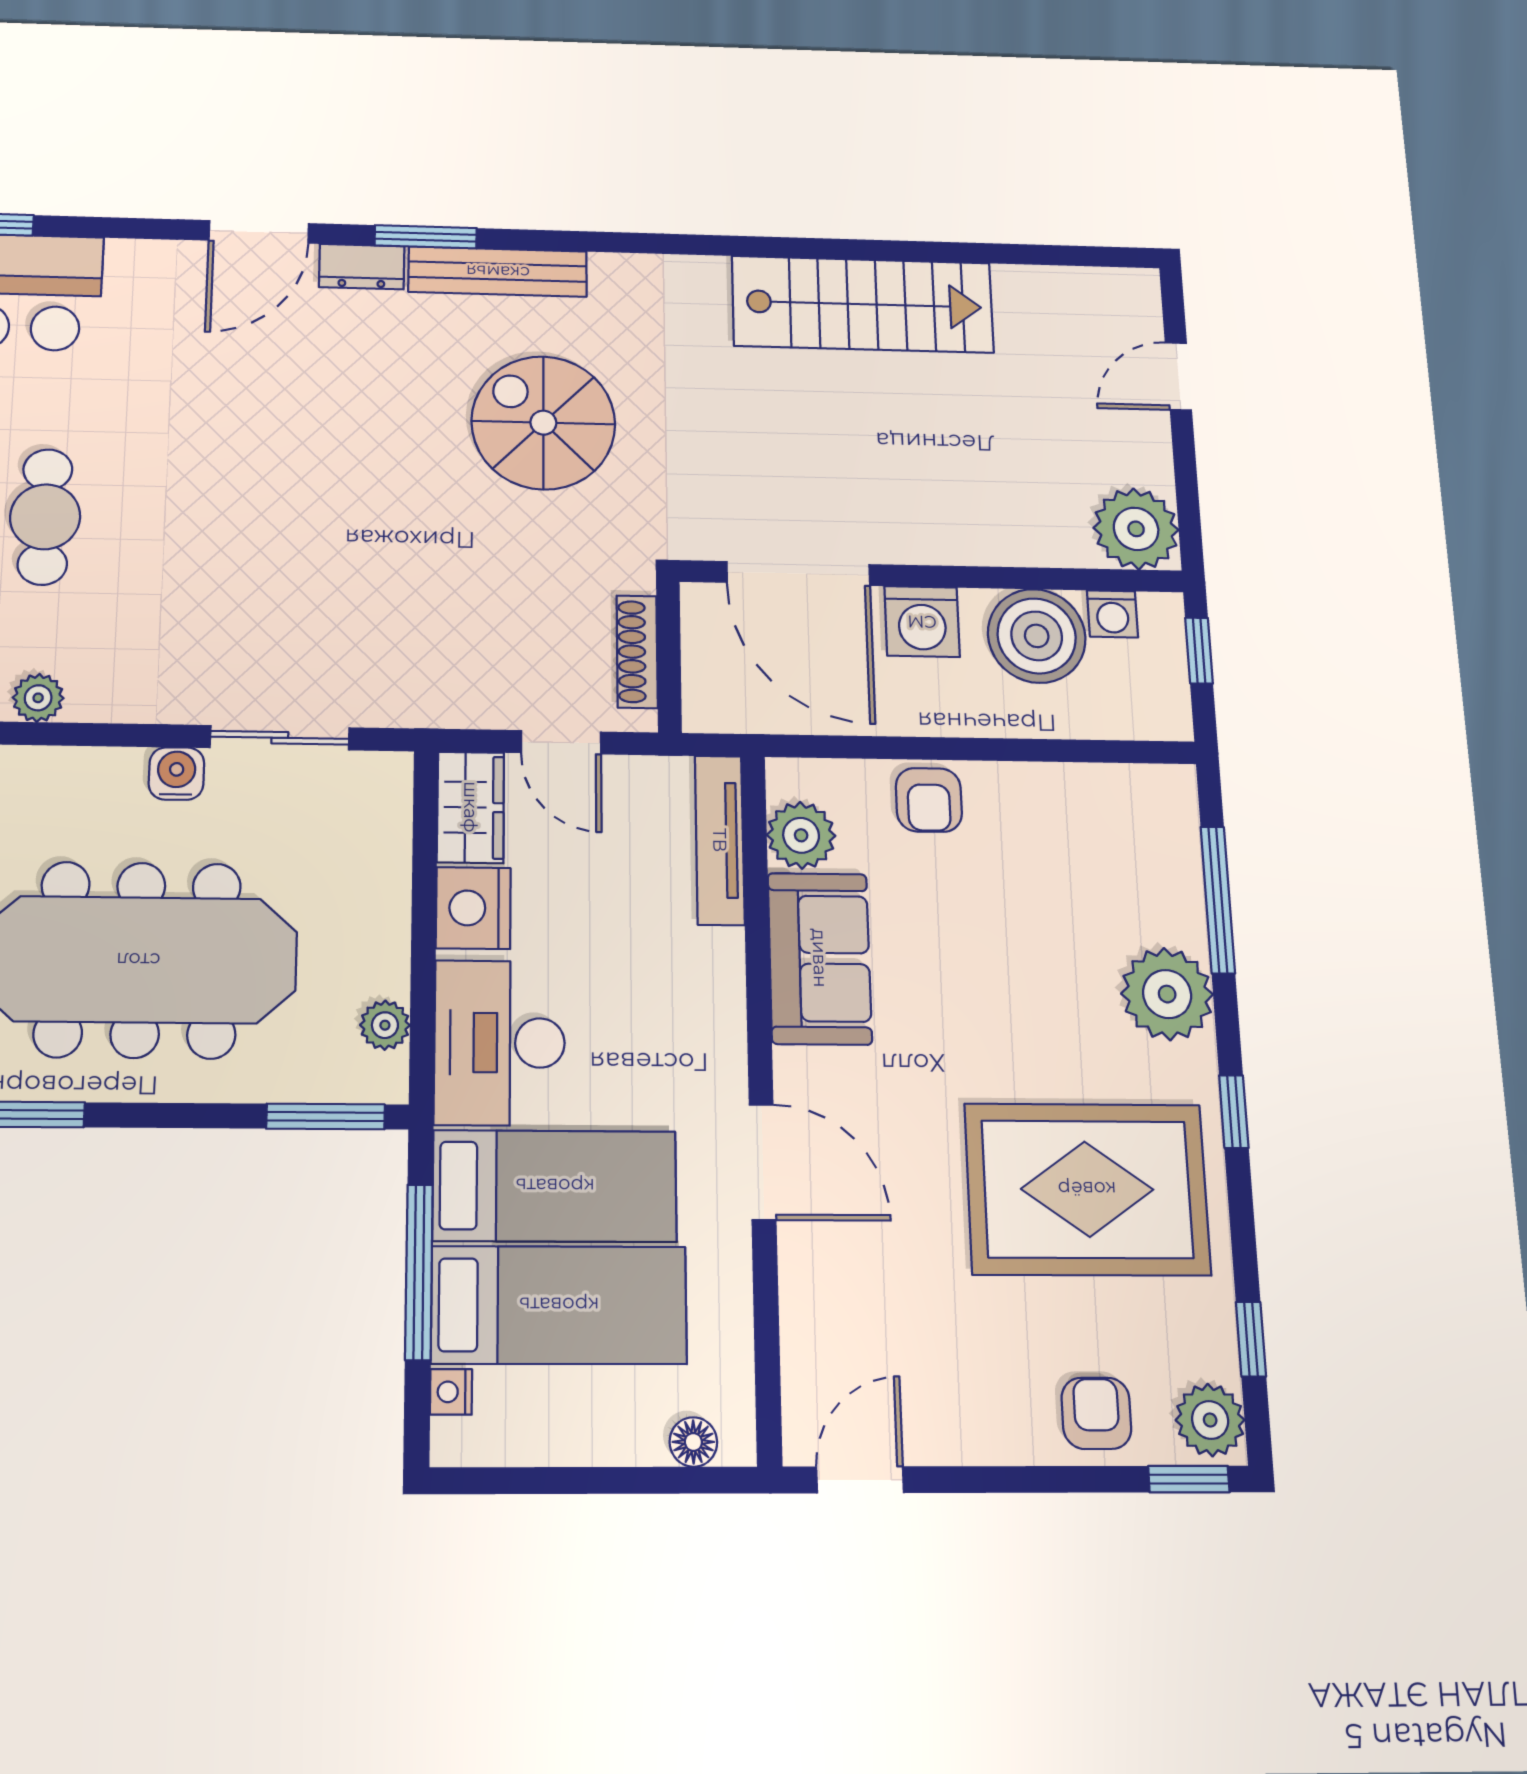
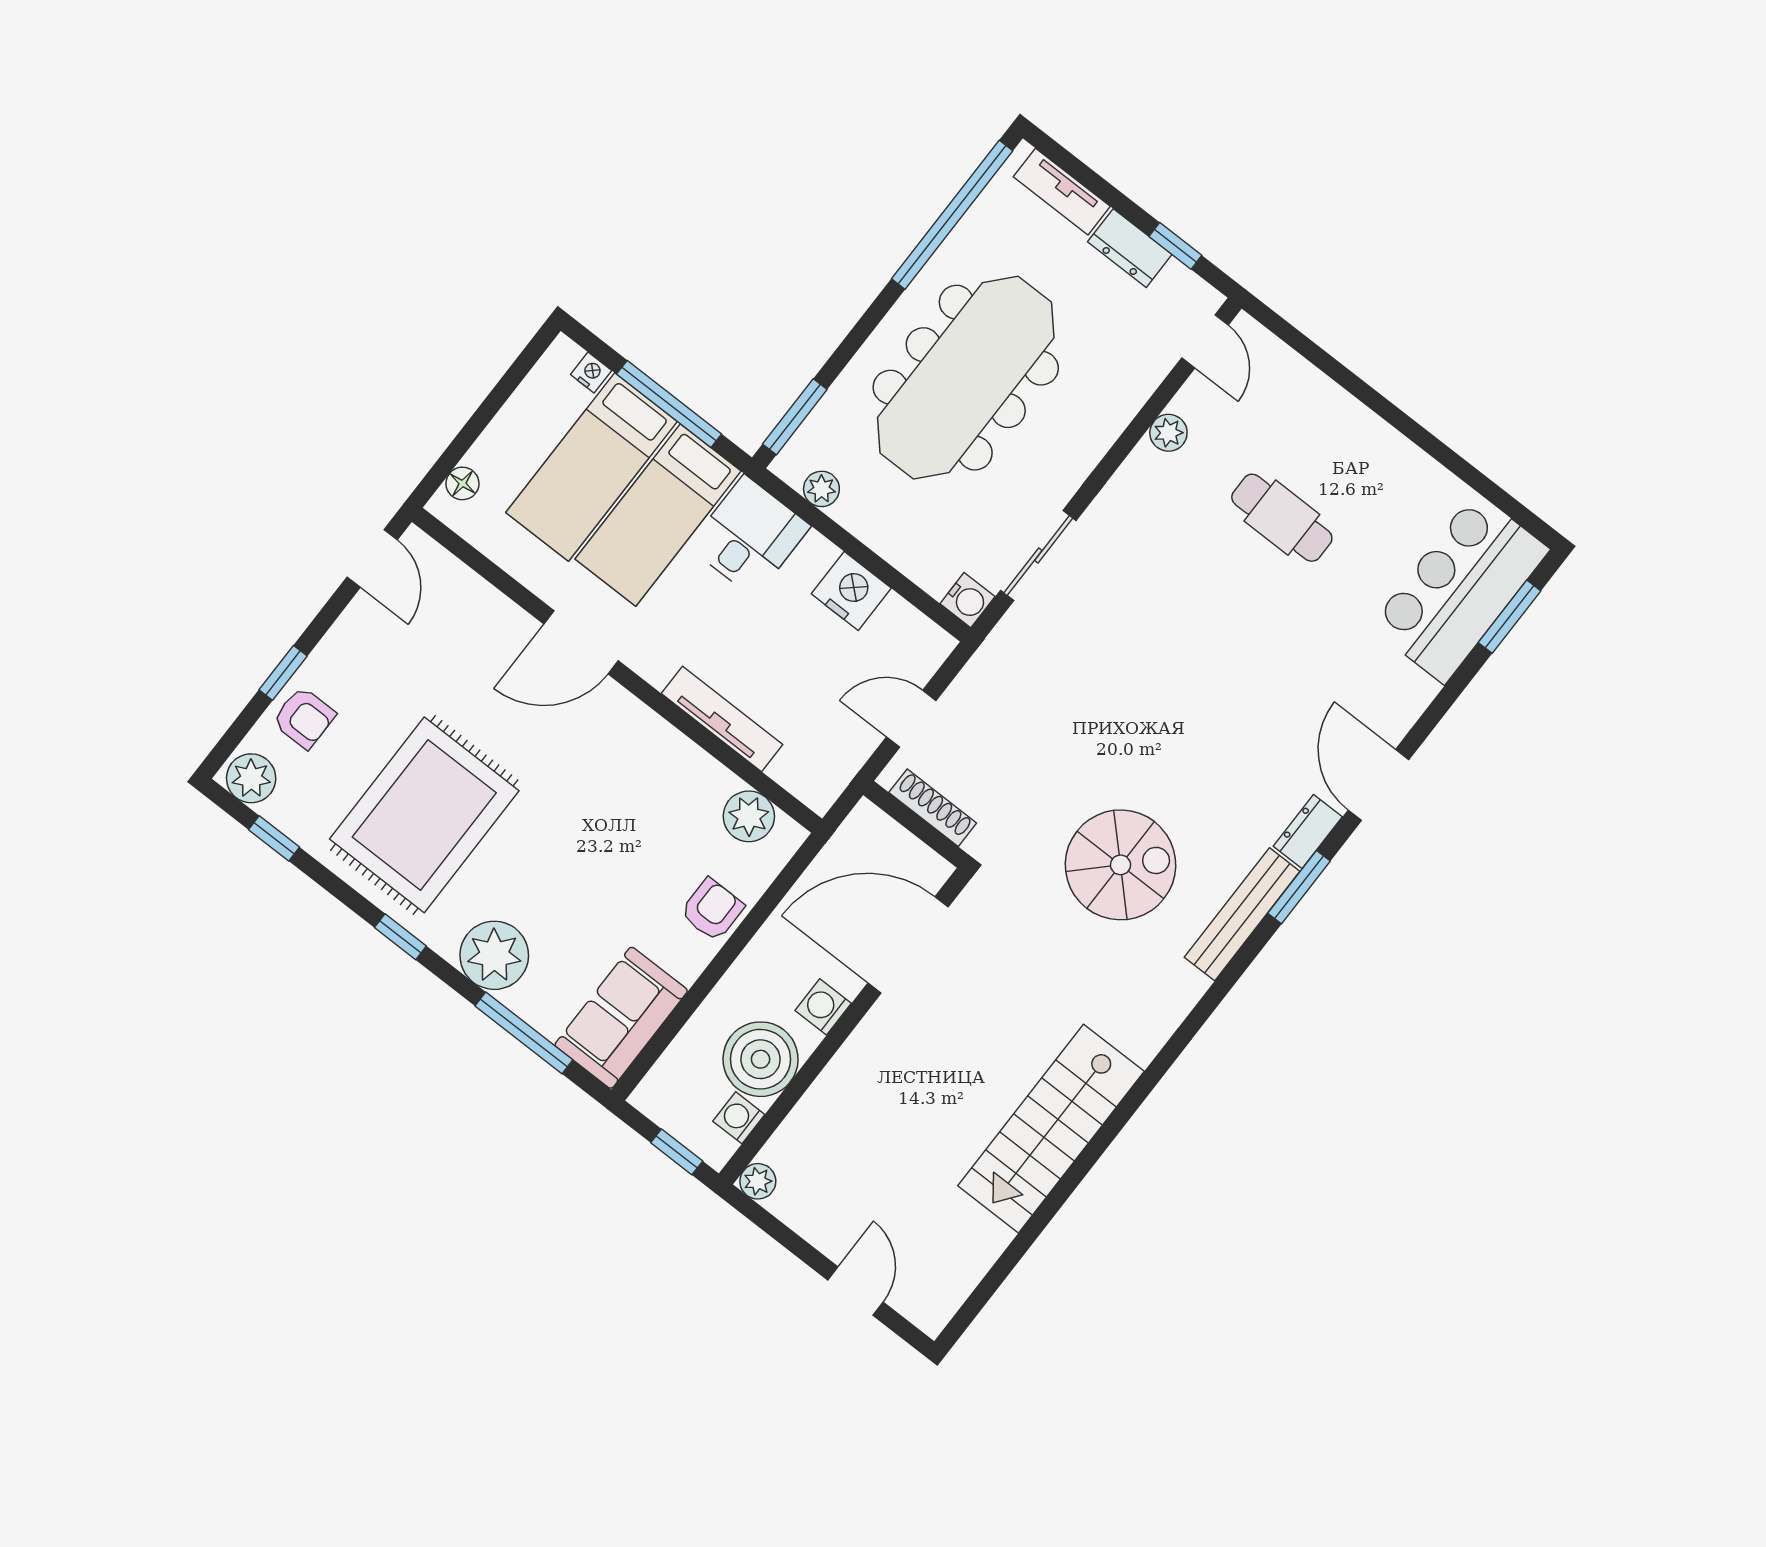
plant: (1136, 529) -> (758, 1181), width x0.53, depth x0.53
washing machine: (922, 622) -> (823, 1007), width x0.73, depth x0.73
water cooler: (176, 774) -> (967, 600), moved
armchair: (929, 800) -> (712, 910), turned 90
wardrobe: (471, 807) -> (912, 635), removed
tv unit: (720, 840) -> (722, 719), moved
sofa: (820, 958) -> (621, 1018), moved, turned 90
desk: (500, 1043) -> (749, 536), width x0.73
window: (1189, 1479) -> (283, 673), moved

